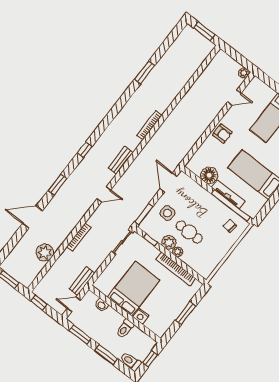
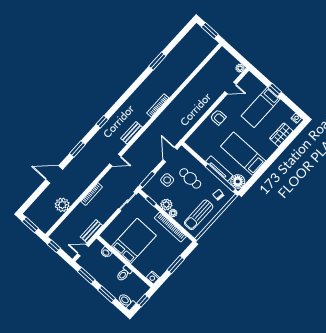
floor lamp: (209, 175) -> (238, 182), moved
cafe table: (189, 232) -> (190, 178), moved
sun lounger: (208, 252) -> (199, 215), added
nightstand: (141, 316) -> (153, 278), moved

